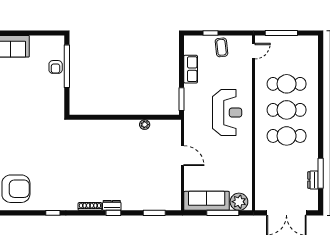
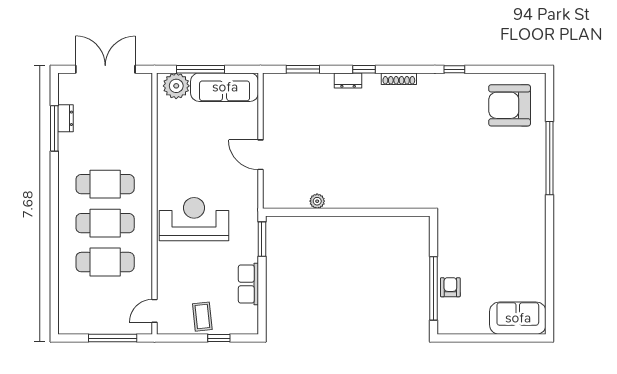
reception desk: (227, 113) -> (194, 219), turned 90
dresser: (112, 205) -> (348, 80), moved

